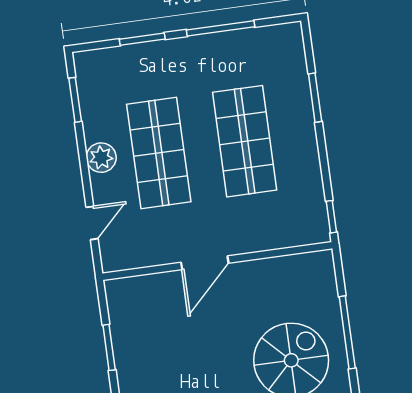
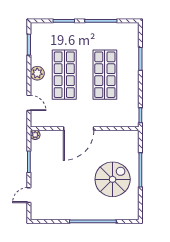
door: (92, 223) -> (29, 103), hinge flipped
door: (205, 263) -> (79, 129), width x1.36
plant: (115, 289) -> (35, 135), added

